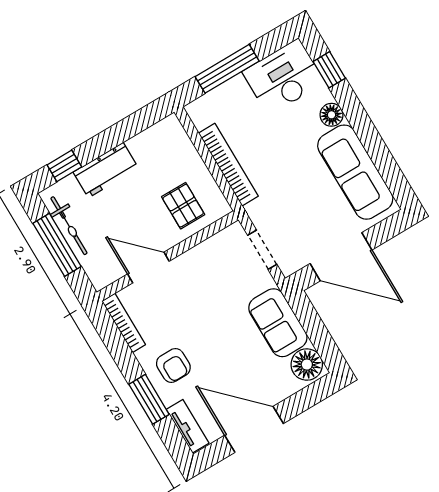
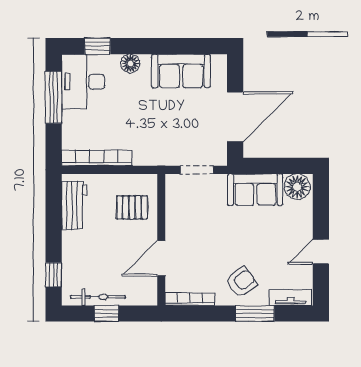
window: (227, 69) -> (54, 97), moved
bookcase: (228, 165) -> (97, 158), moved
workbench: (106, 170) -> (74, 205), moved
sofa: (355, 172) -> (181, 71), width x0.73
window: (57, 245) -> (106, 313), width x0.46
armchair: (173, 365) -> (241, 282), turned -35
door: (254, 429) -> (321, 252), width x0.53

